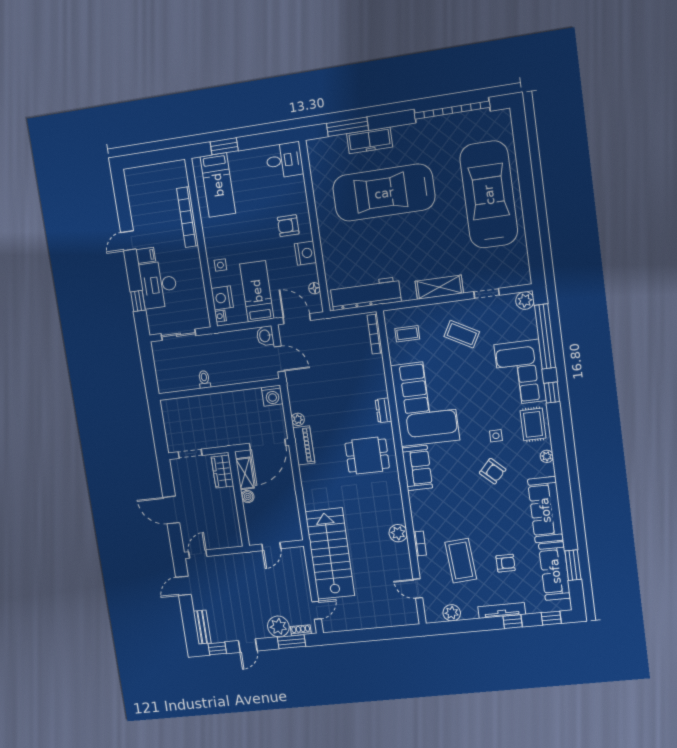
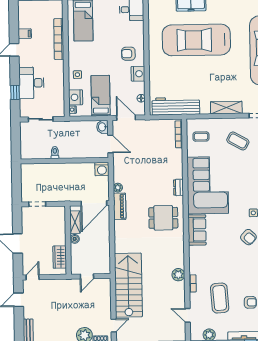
filing cabinet: (146, 255) -> (25, 34), moved
wardrobe: (223, 472) -> (60, 257), moved

